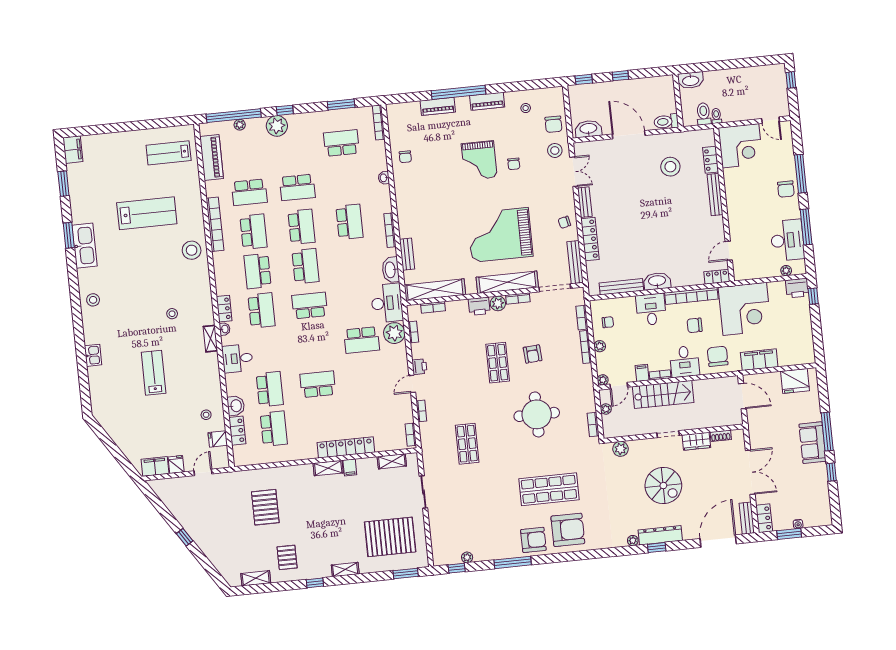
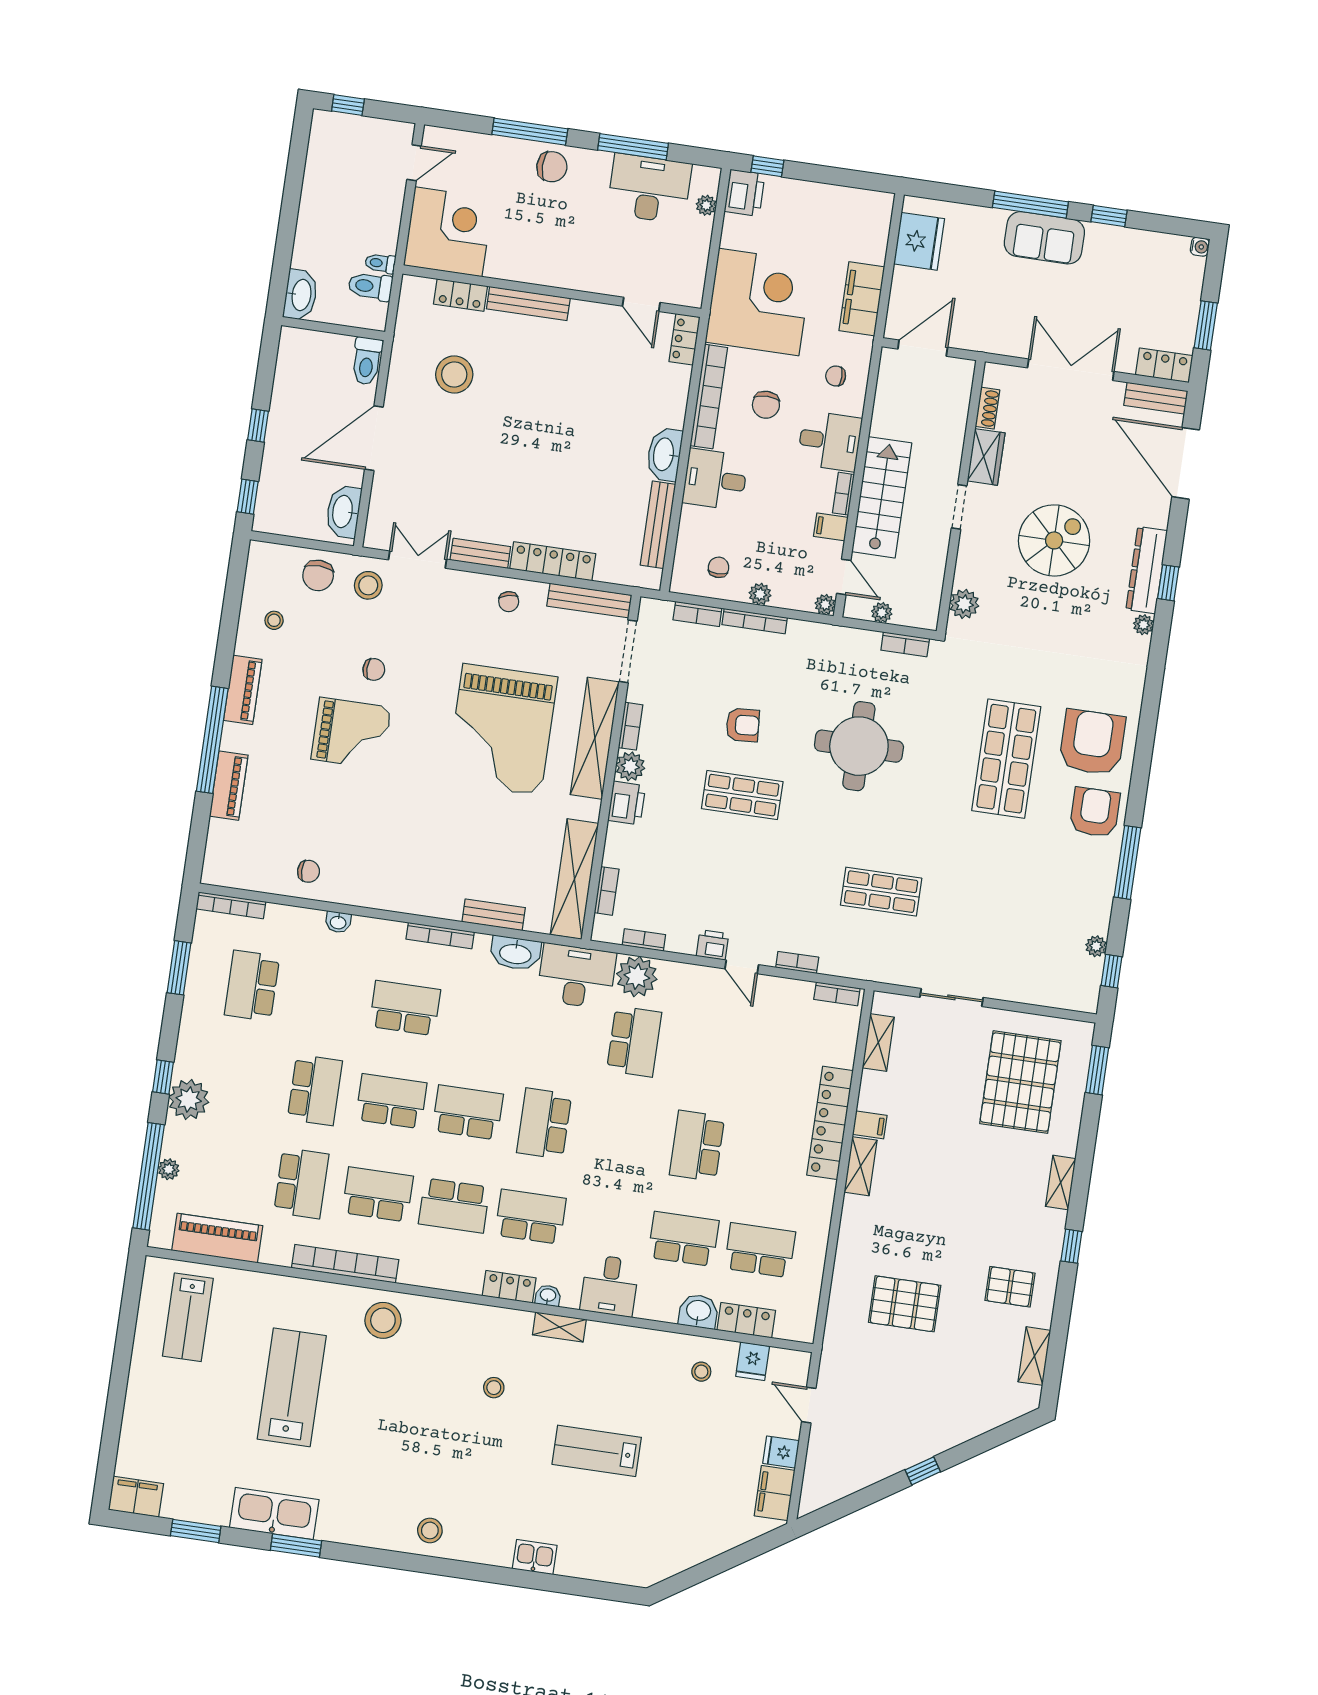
chair: (553, 124) -> (318, 575), turned 92
kitchen sink: (85, 246) -> (274, 1514), moved
chair: (718, 356) -> (836, 376), width x0.54, depth x0.54
water cooler: (798, 524) -> (1200, 247), moved

